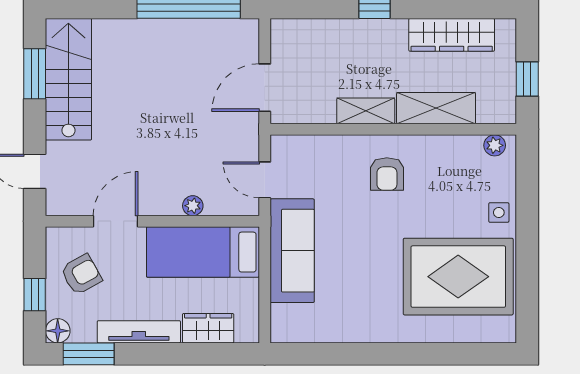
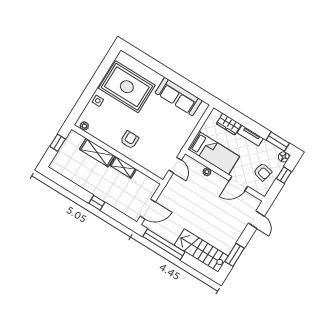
wardrobe: (452, 35) -> (75, 176), removed
stairs: (68, 79) -> (201, 251), moved, turned 90
door: (265, 88) -> (148, 209), moved
sofa: (292, 251) -> (179, 97), moved, turned -90
armchair: (81, 274) -> (263, 172), turned -138
tv unit: (139, 332) -> (250, 136), width x0.71

